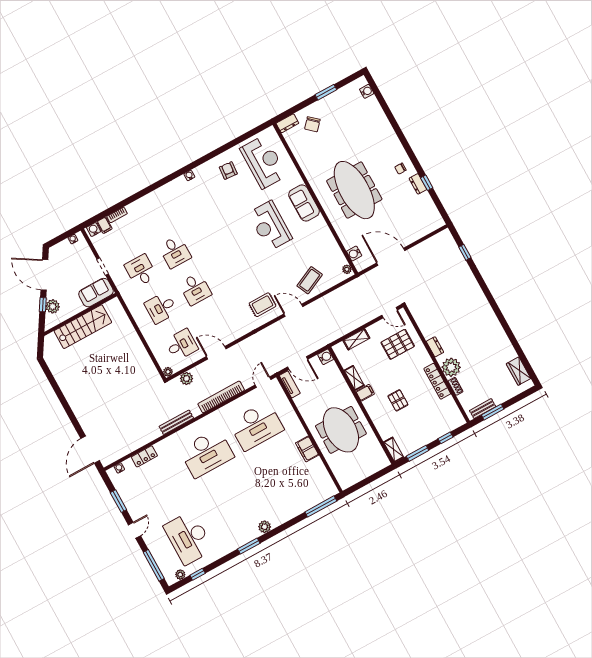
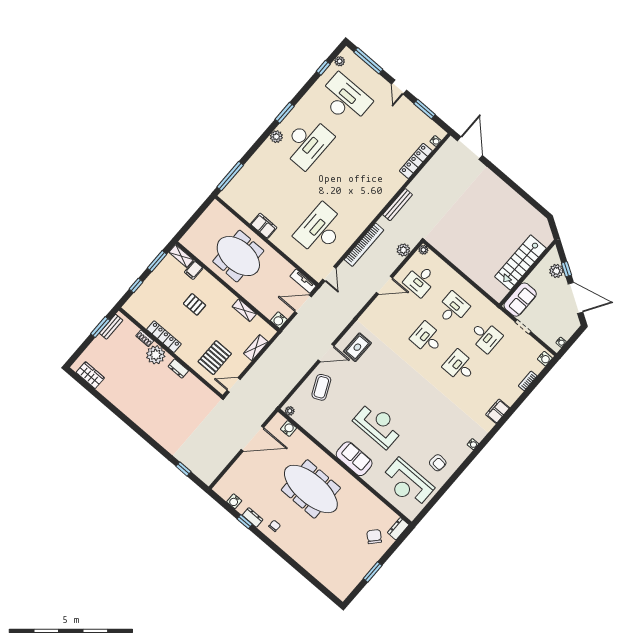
water cooler: (367, 91) -> (234, 501), moved
filing cabinet: (104, 225) -> (498, 411), moved, width x2.00
filing cabinet: (365, 393) -> (194, 270), moved
desk: (207, 453) -> (307, 143), moved, turned 180
locker: (144, 456) -> (416, 161), width x1.53

